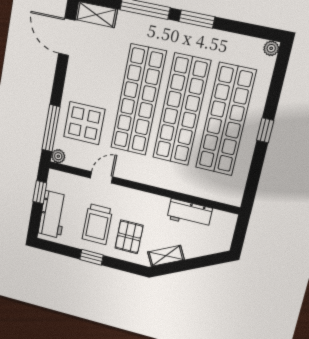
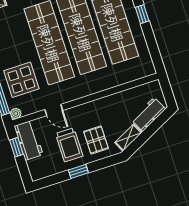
door: (101, 177) -> (54, 110), swing flipped
workbench: (190, 213) -> (149, 114), moved, turned 153
workbench: (53, 214) -> (29, 140), moved

